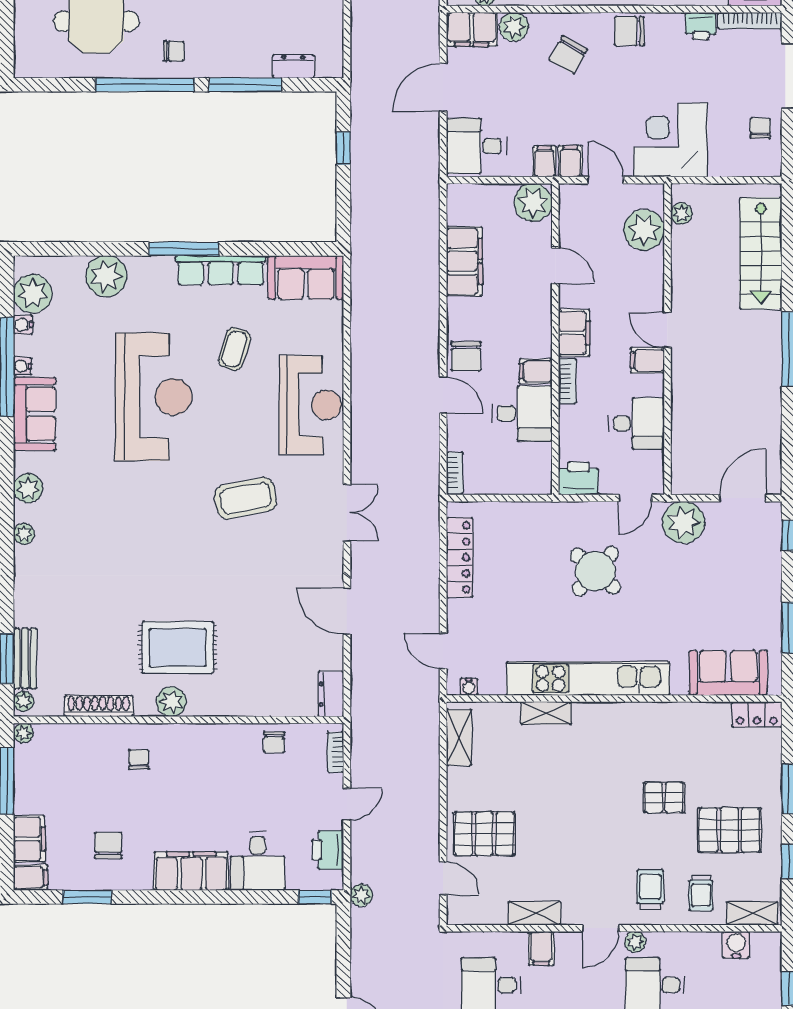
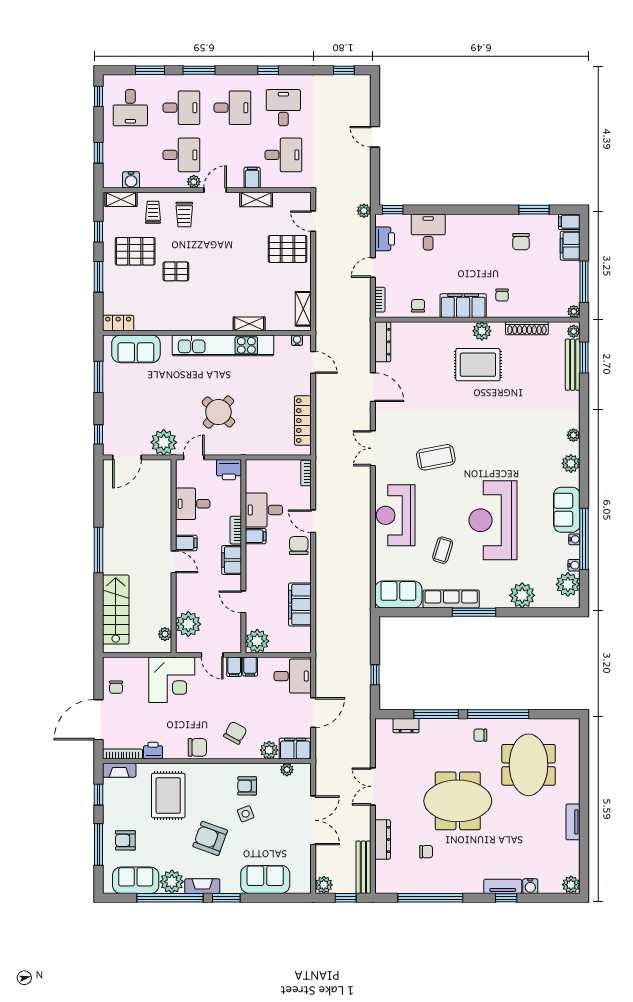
bench: (25, 658) -> (573, 365), width x1.36
dresser: (331, 694) -> (383, 342), width x1.44
filing cabinet: (191, 871) -> (463, 306), moved, turned 180

